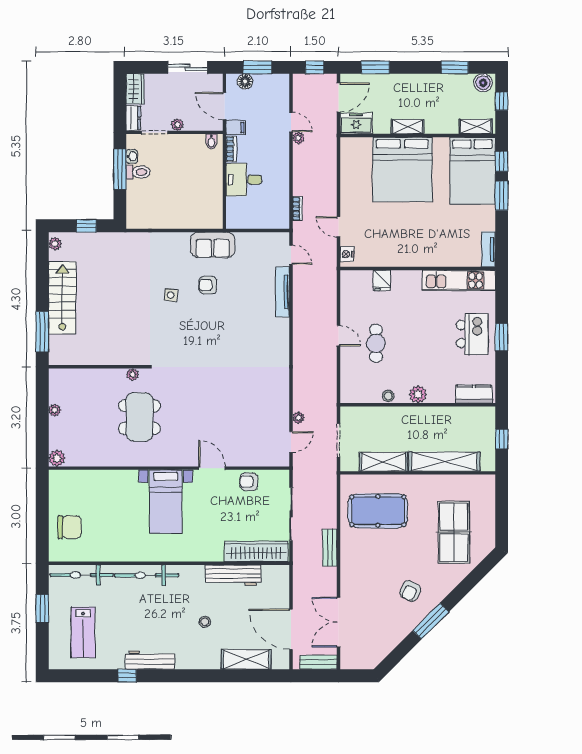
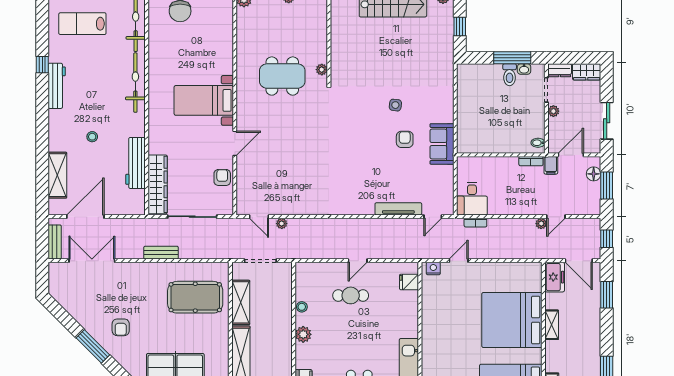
desk: (244, 180) -> (472, 199), moved, turned 180
fridge: (382, 280) -> (409, 282), moved
pool table: (378, 511) -> (195, 297), turned 90
armchair: (410, 591) -> (121, 327), turned -116

